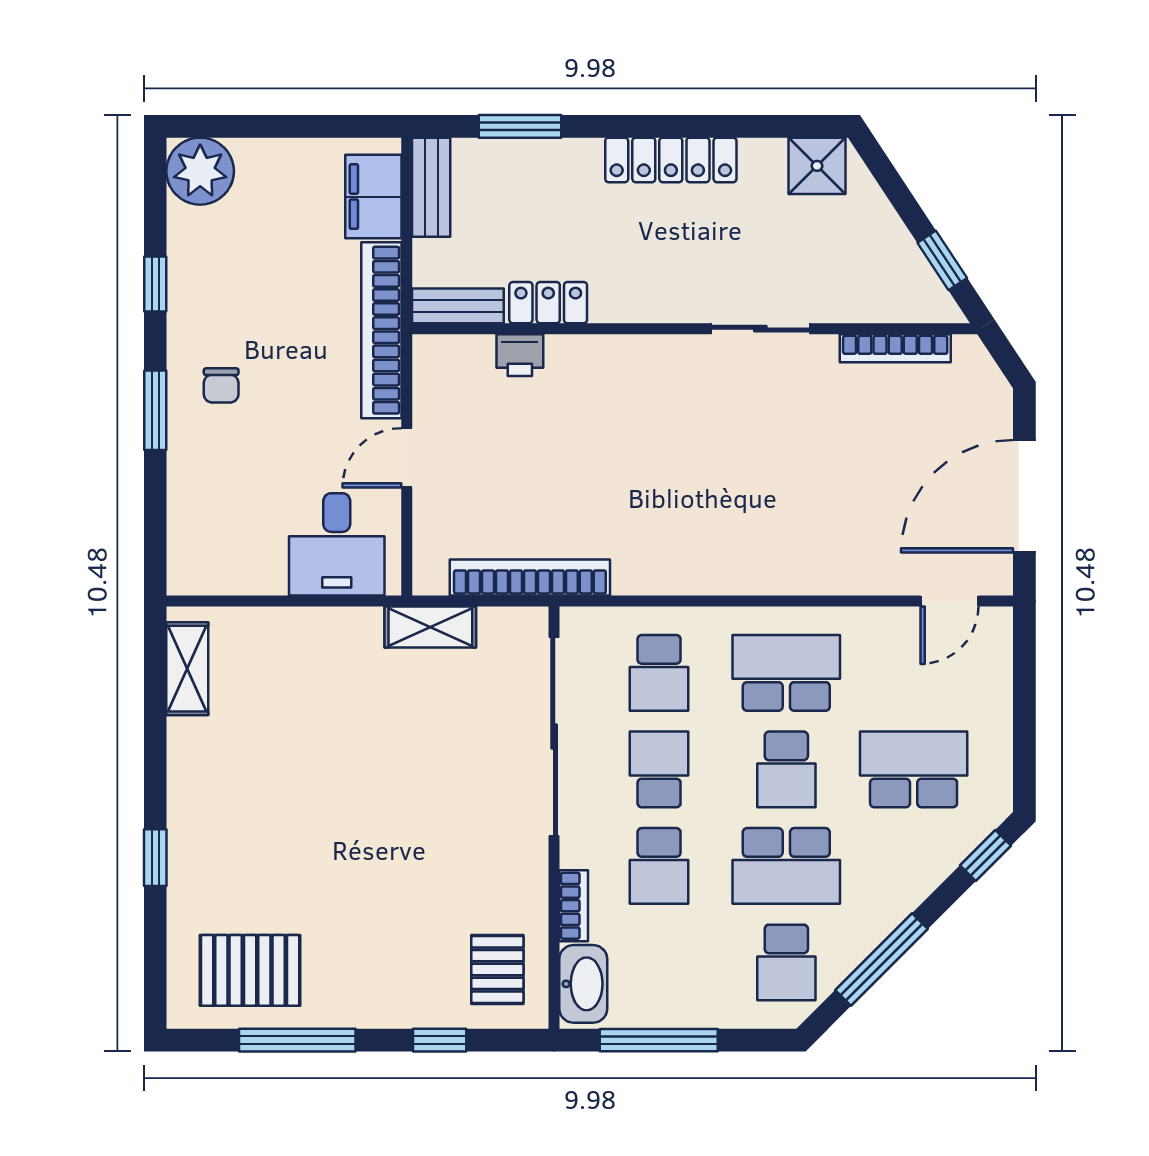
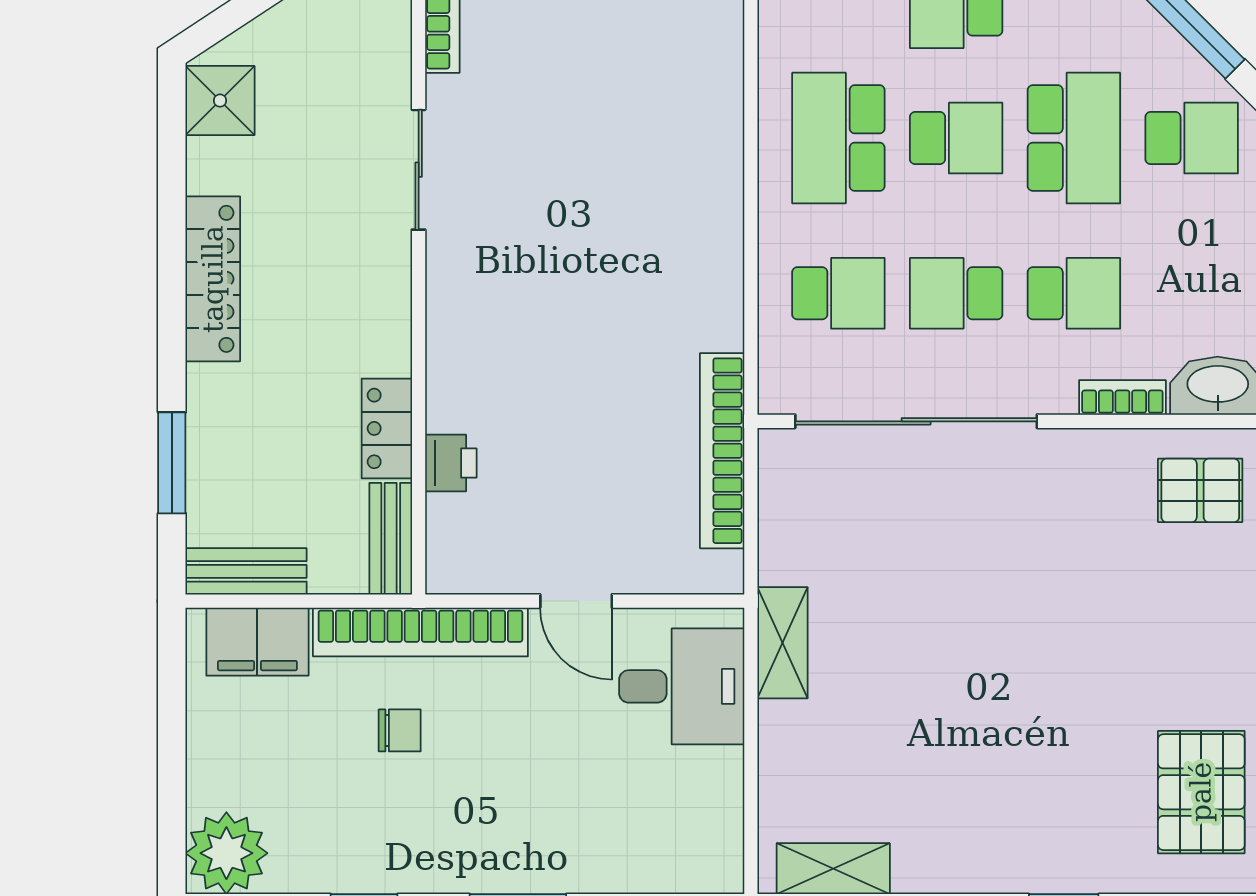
chair: (221, 385) -> (400, 730), moved
shelving: (430, 627) -> (782, 643), moved

